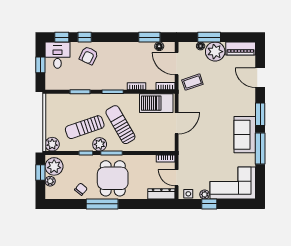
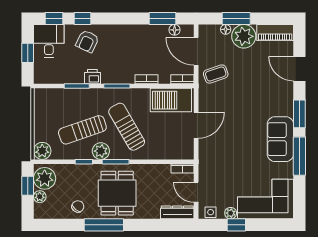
printer: (93, 84) -> (92, 77), added

